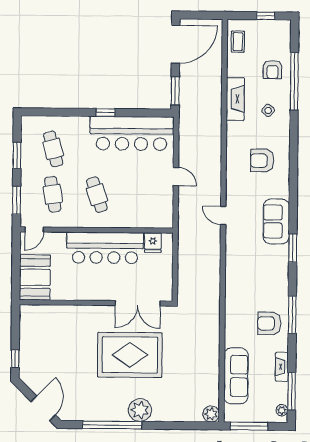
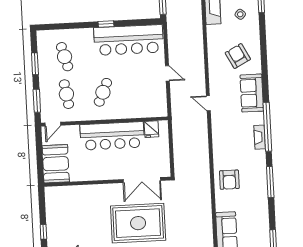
armchair: (262, 161) -> (238, 56), turned 62
cafe table: (97, 195) -> (103, 92), turned 42
sofa: (276, 222) -> (252, 93), moved
window: (293, 248) -> (267, 127), width x2.11
armchair: (269, 323) -> (229, 180), moved, turned -90
fireplace: (282, 367) -> (260, 137), moved

